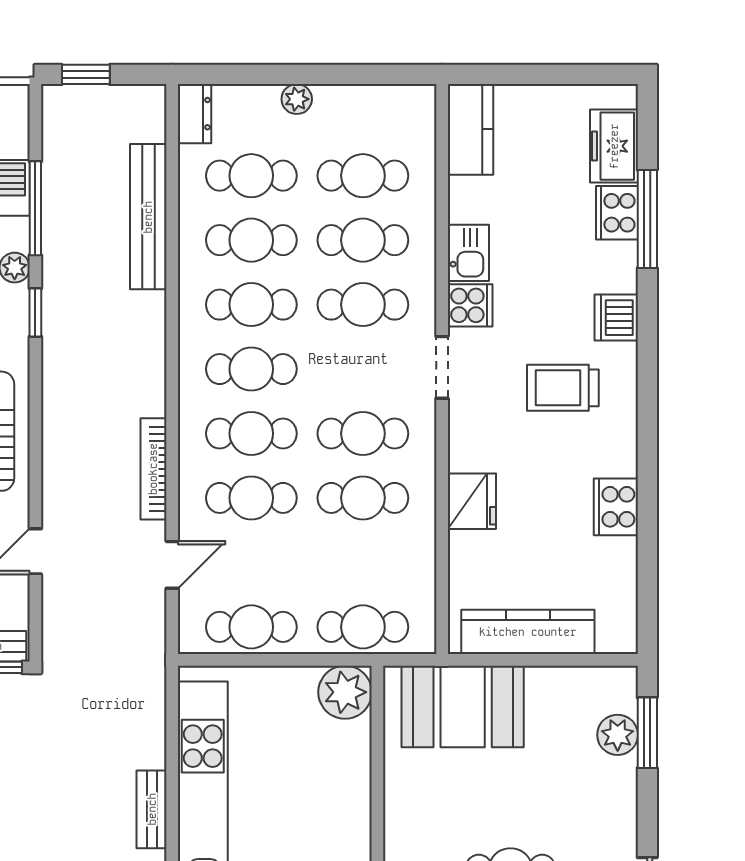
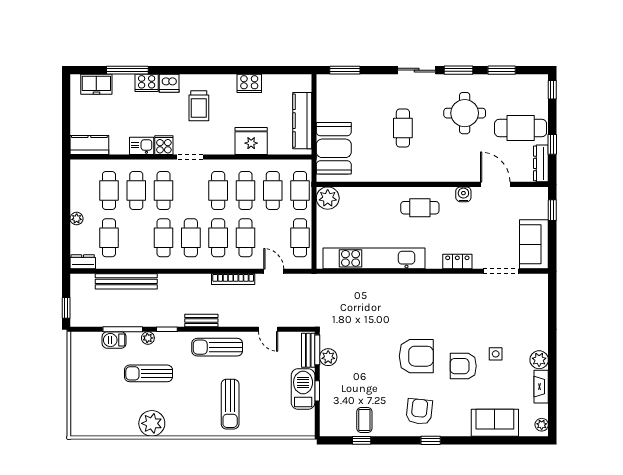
cooker: (617, 213) -> (147, 83), moved
cafe table: (251, 240) -> (273, 190), moved
fridge: (472, 501) -> (251, 141), width x1.36, depth x1.34
plant: (618, 735) -> (346, 83), removed
bench: (152, 809) -> (201, 321), moved

